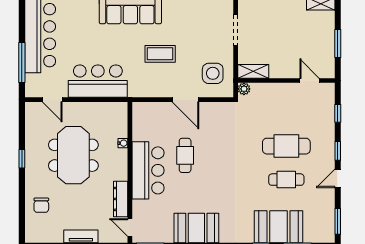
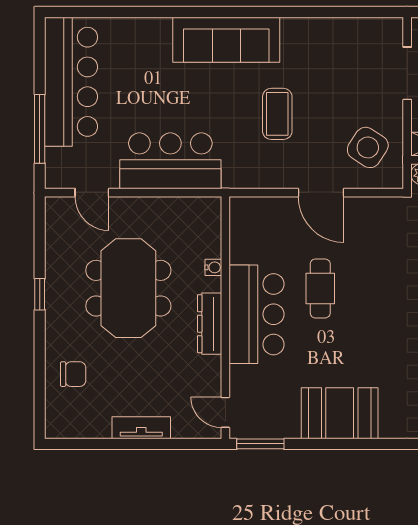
coffee table: (160, 54) -> (277, 114), turned 90
side table: (213, 73) -> (368, 147), turned 33
dresser: (121, 199) -> (210, 324), moved
chair: (41, 205) -> (73, 374), turned -90

